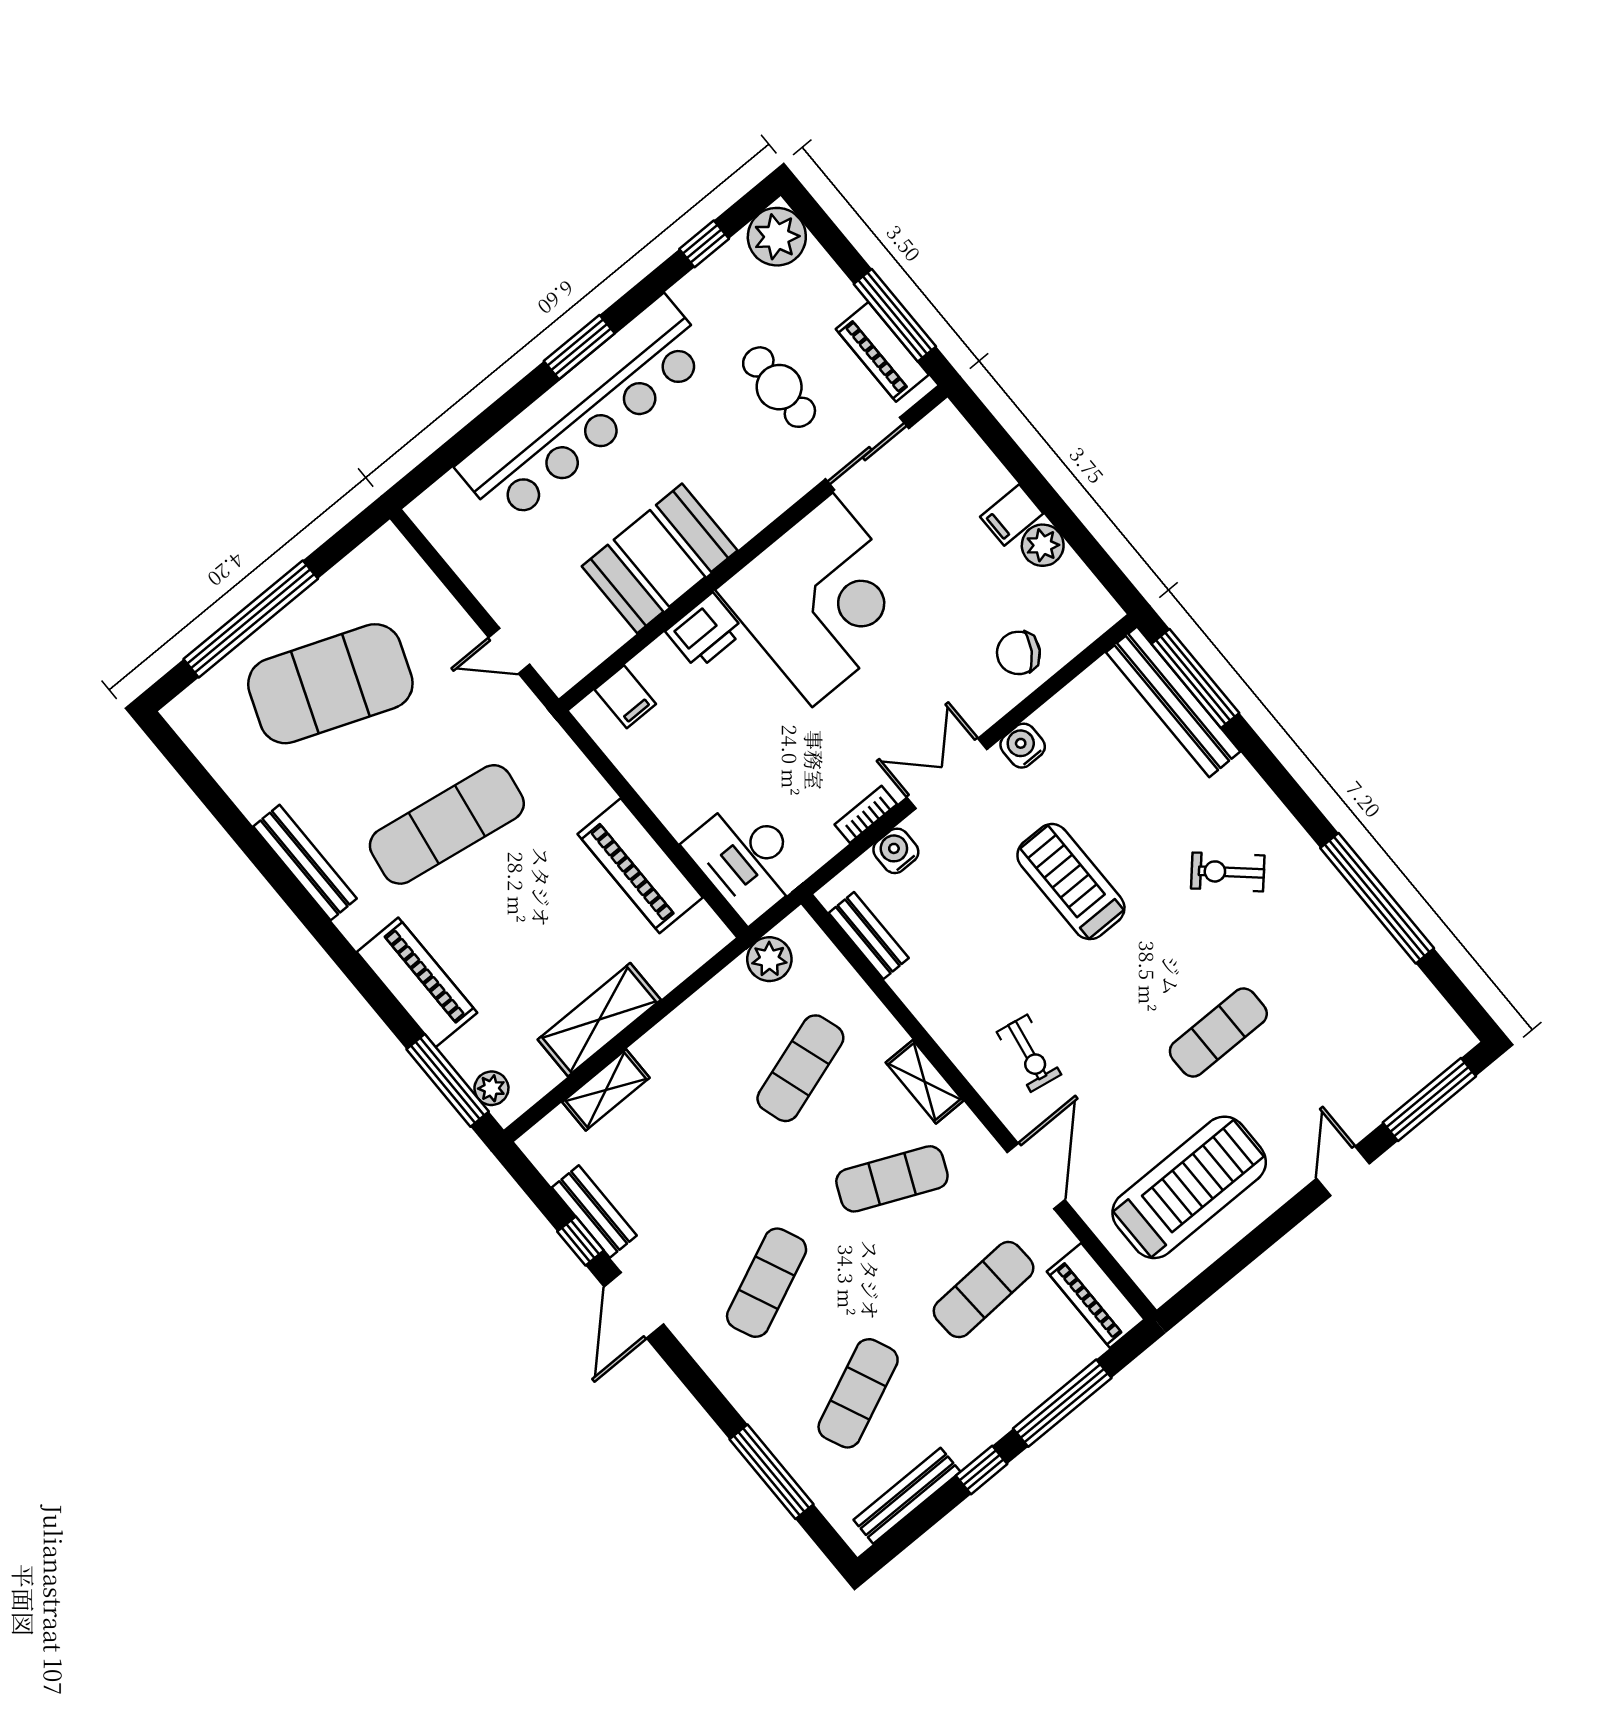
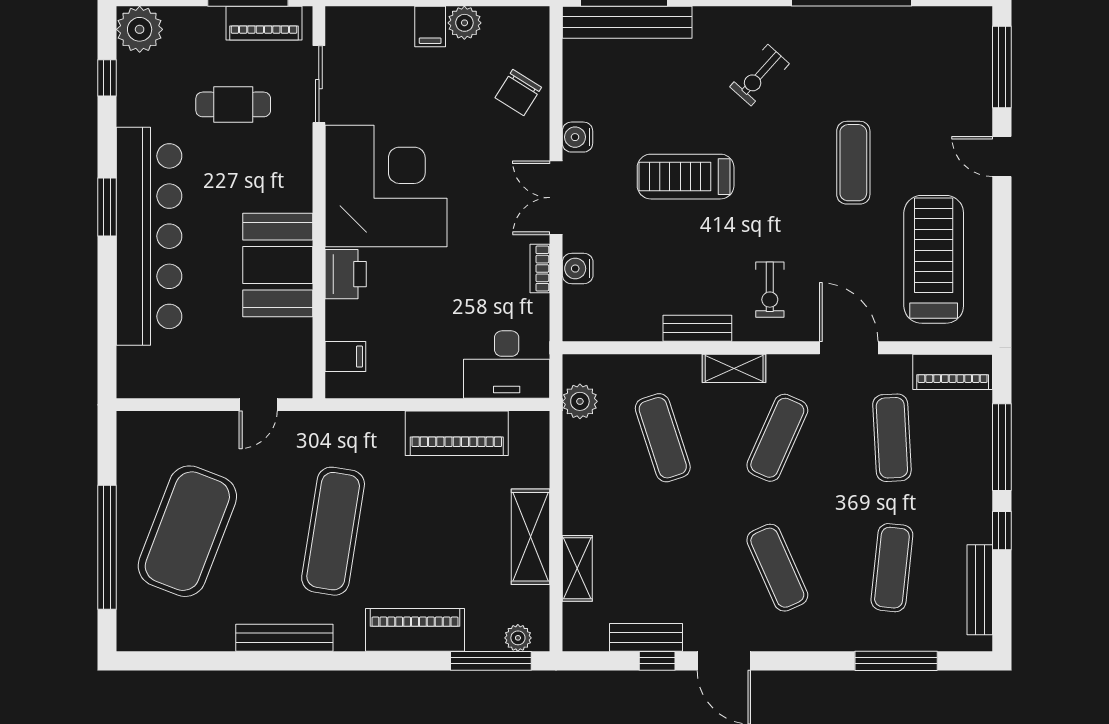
bench: (869, 936) -> (697, 328), moved
exercise bike: (1029, 1053) -> (770, 290), turned 80
exercise mat: (858, 1393) -> (892, 568), turned 30

